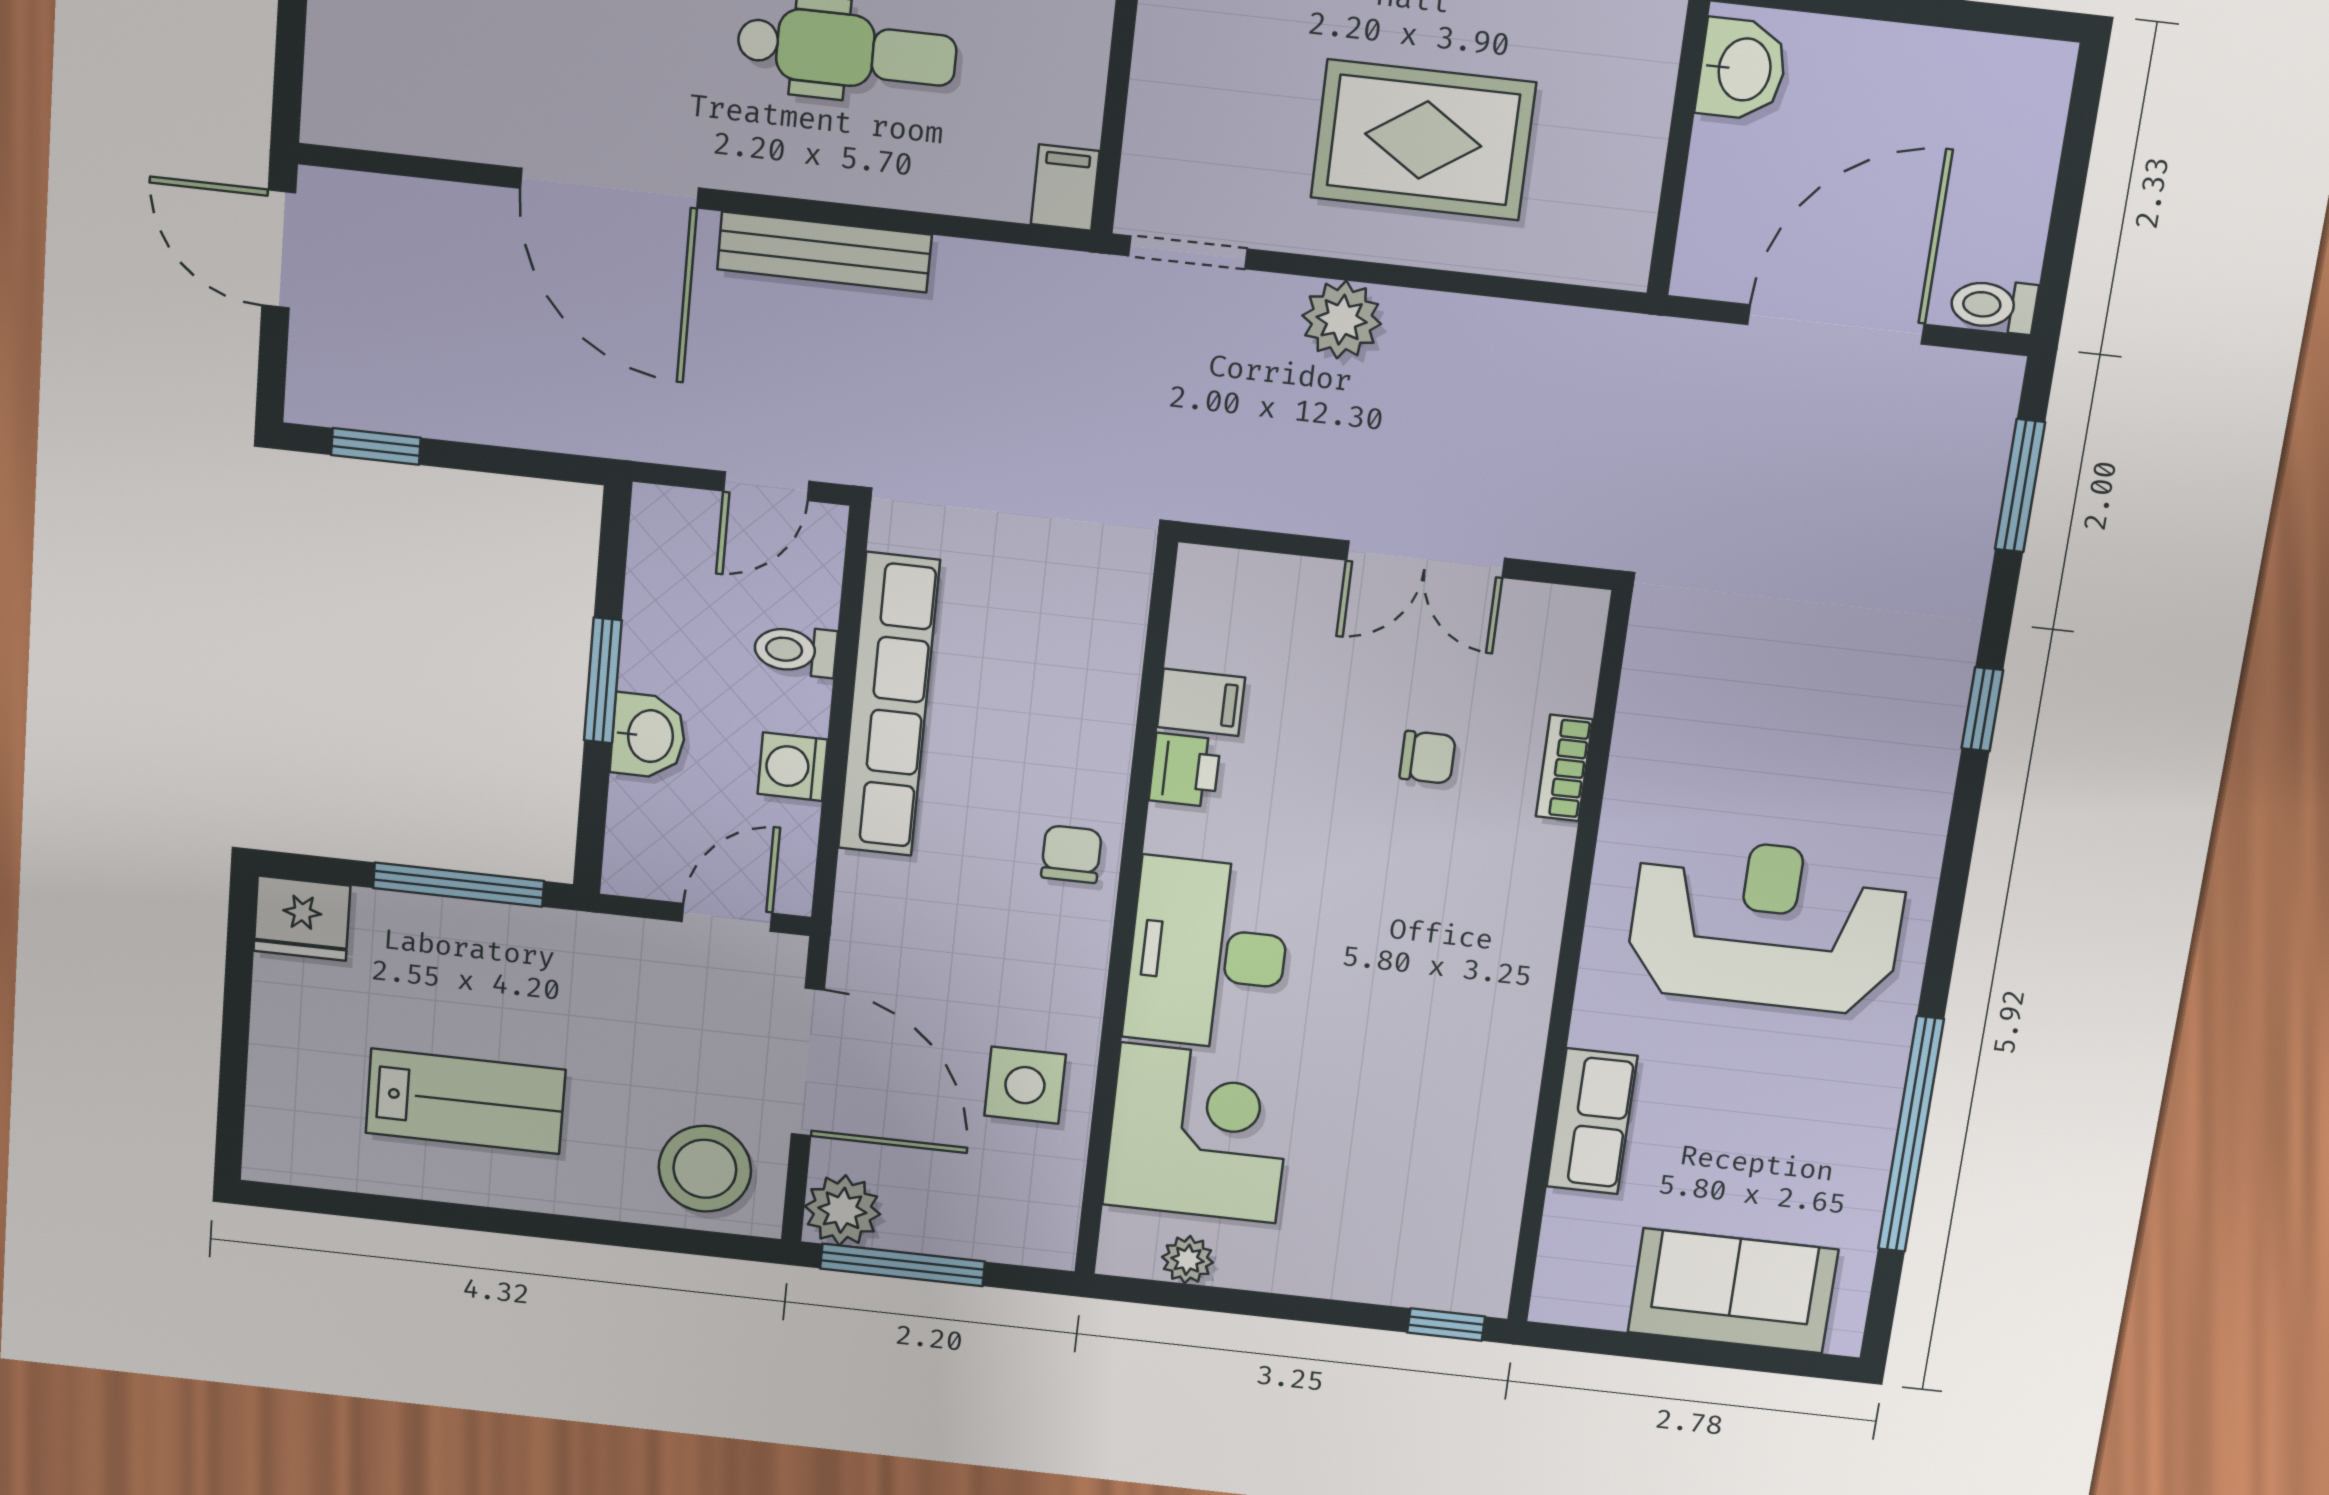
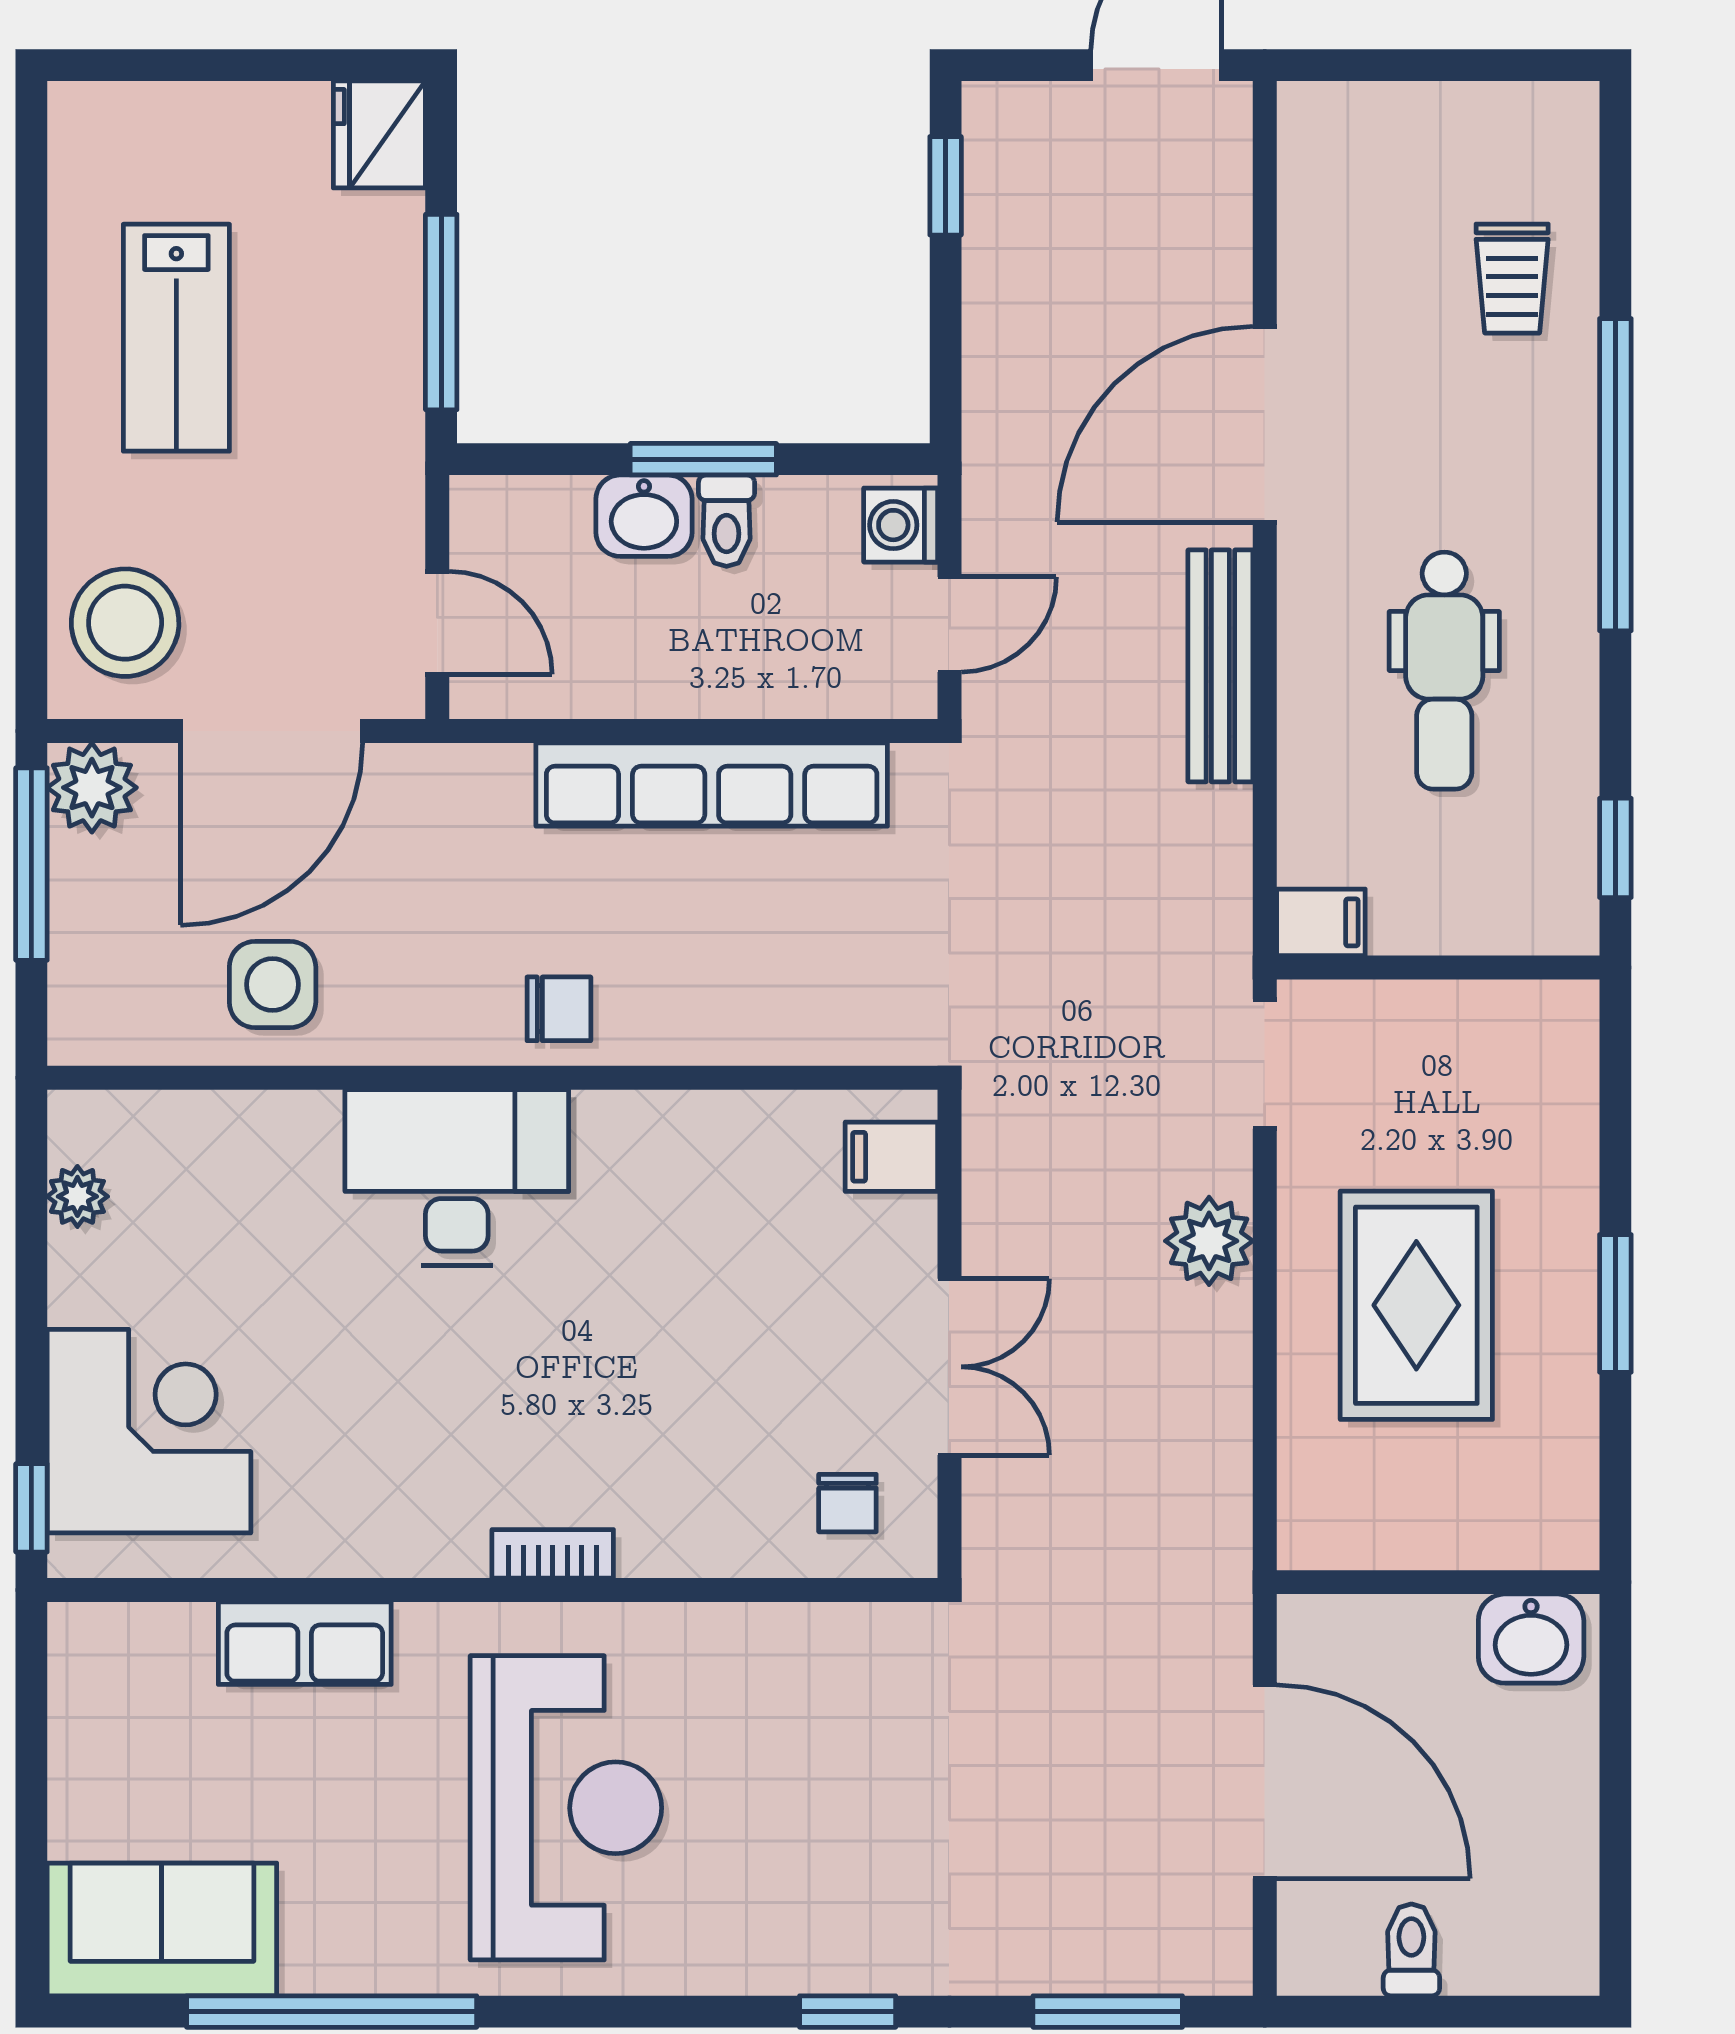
toilet: (1993, 306) -> (1411, 1950), moved
door: (766, 486) -> (949, 624), swing flipped
double door: (1425, 559) -> (949, 1367), swing flipped
toilet: (795, 650) -> (727, 521), moved, turned 180
filing cabinet: (1201, 702) -> (891, 1157), moved, turned 90
chair: (1428, 757) -> (847, 1503), moved
washing machine: (793, 767) -> (901, 525), moved, turned -90
bookcase: (1564, 768) -> (553, 1554), moved
printer: (1185, 770) -> (674, 1127), removed
corner desk: (1199, 1133) -> (149, 1431), moved, turned -90
sofa: (1733, 1291) -> (162, 1929), moved, turned -90

